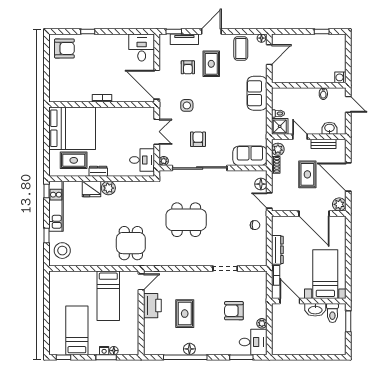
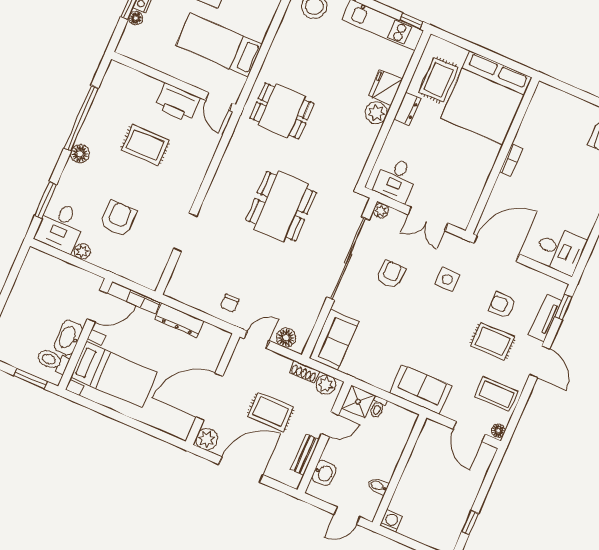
armchair: (198, 139) -> (391, 274), turned -88
floor lamp: (189, 349) -> (80, 154), moved

